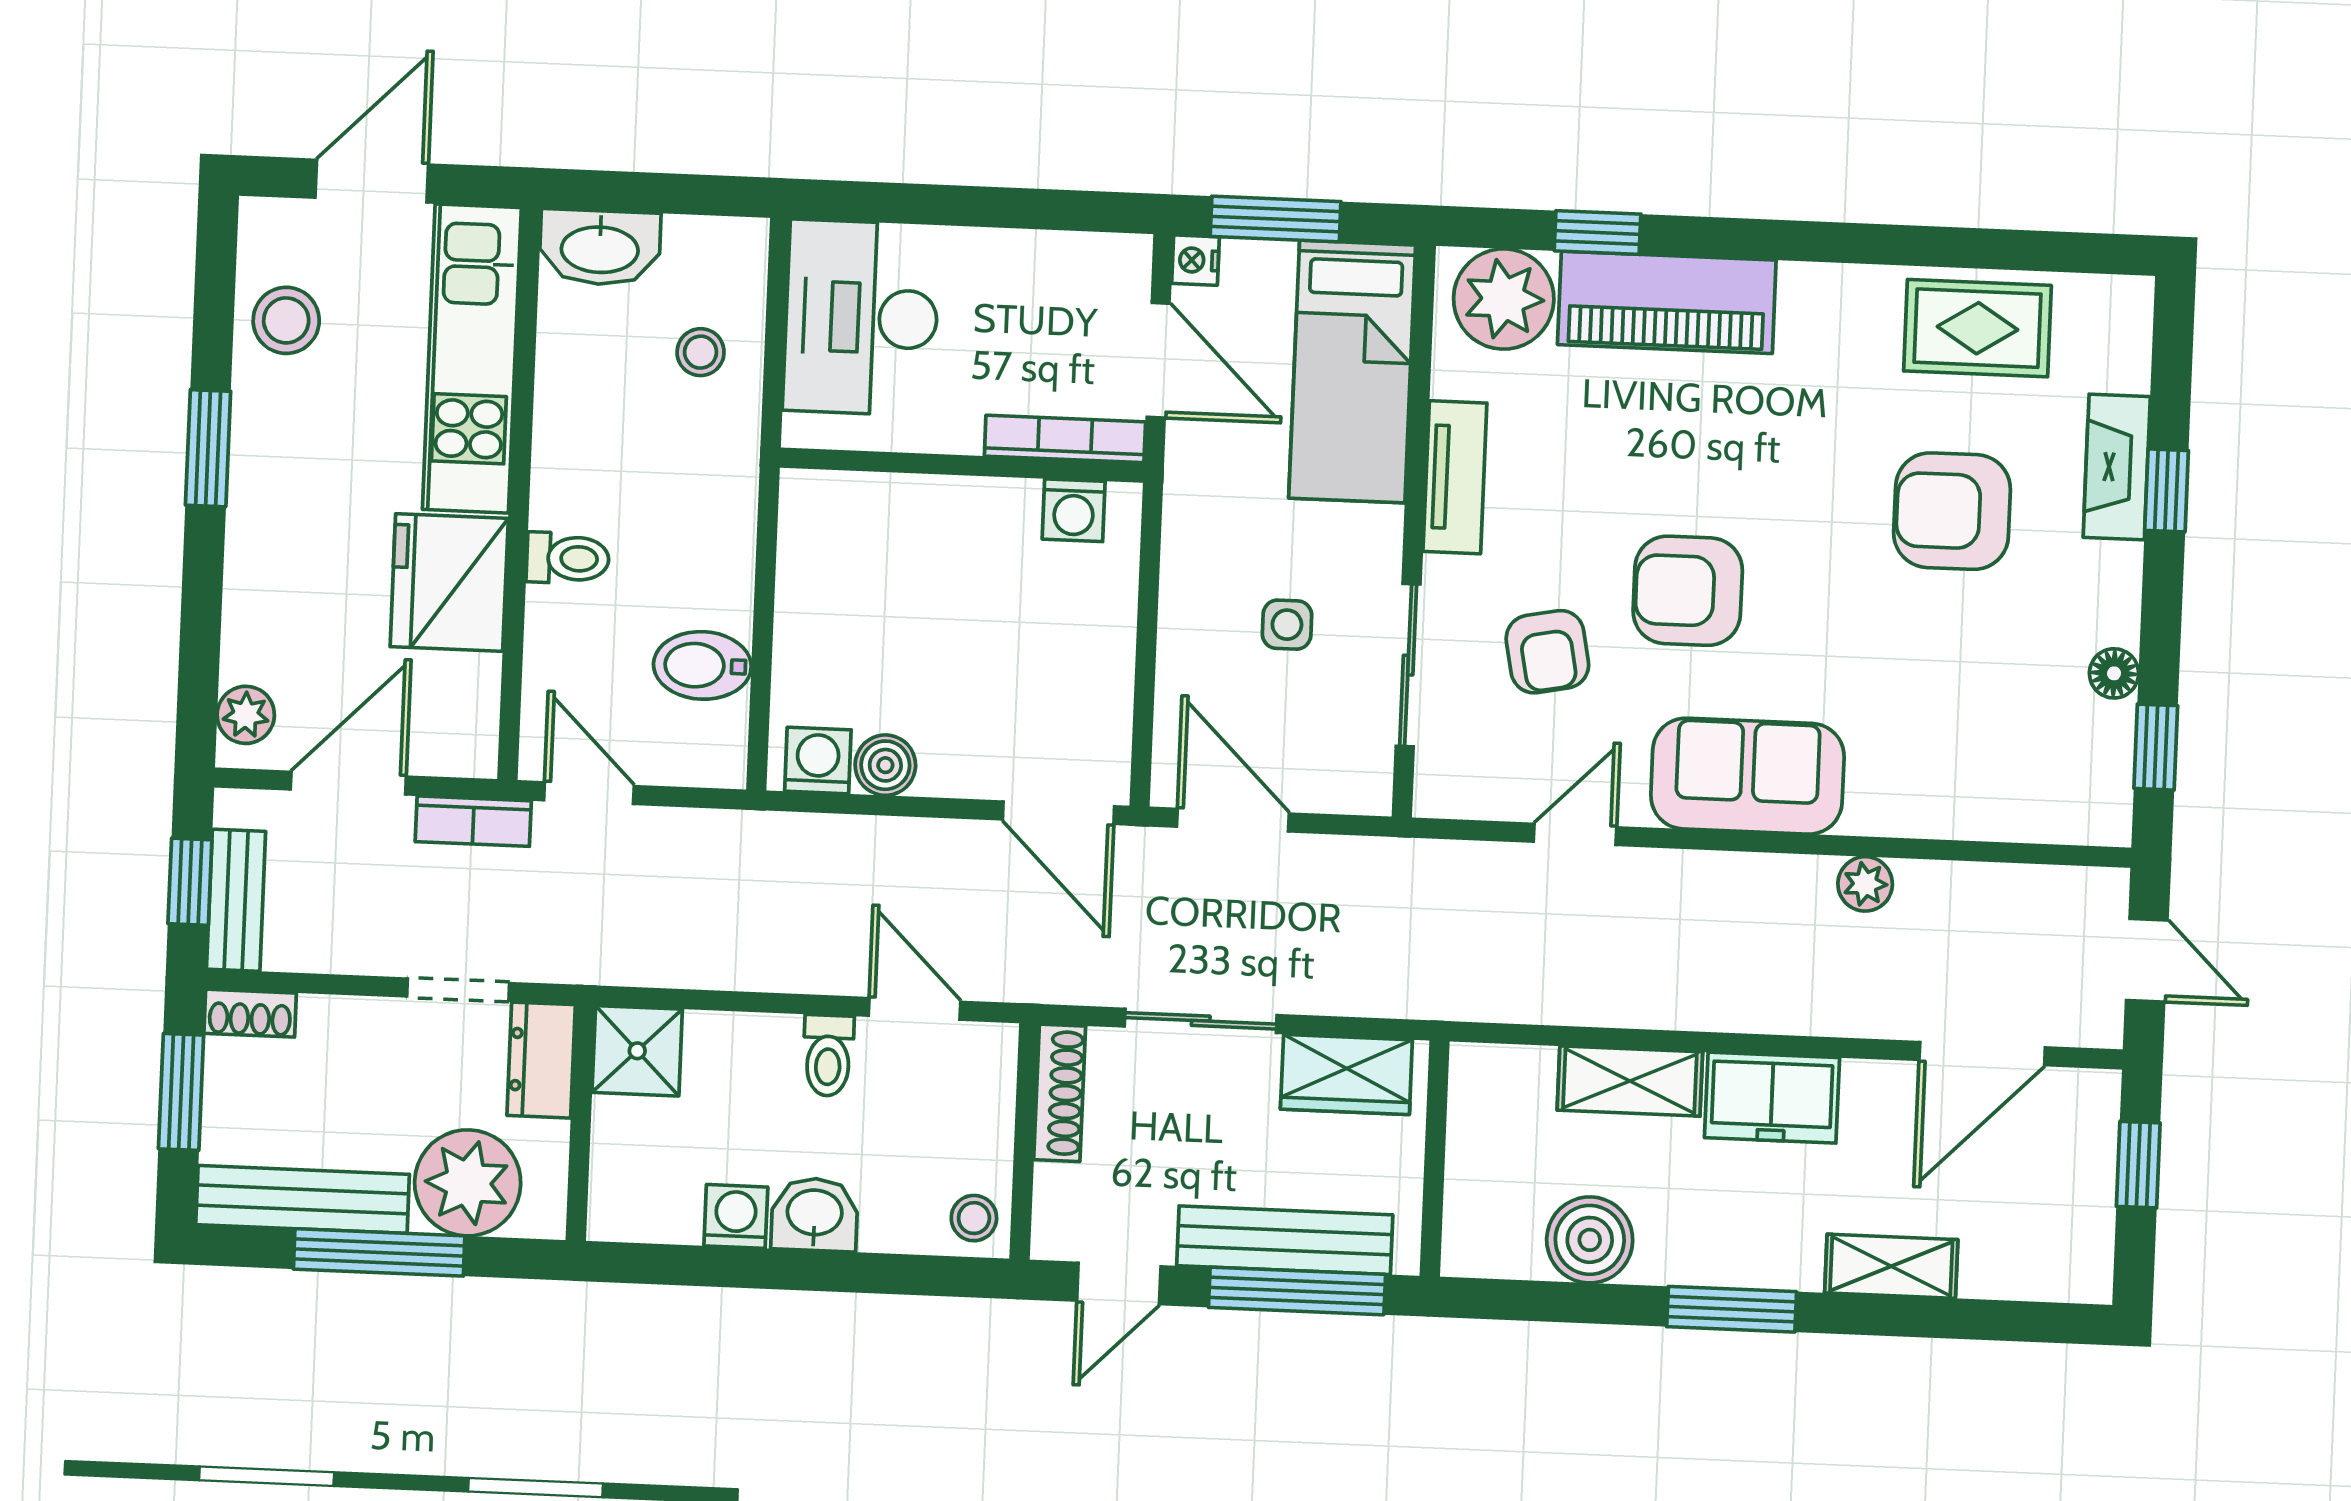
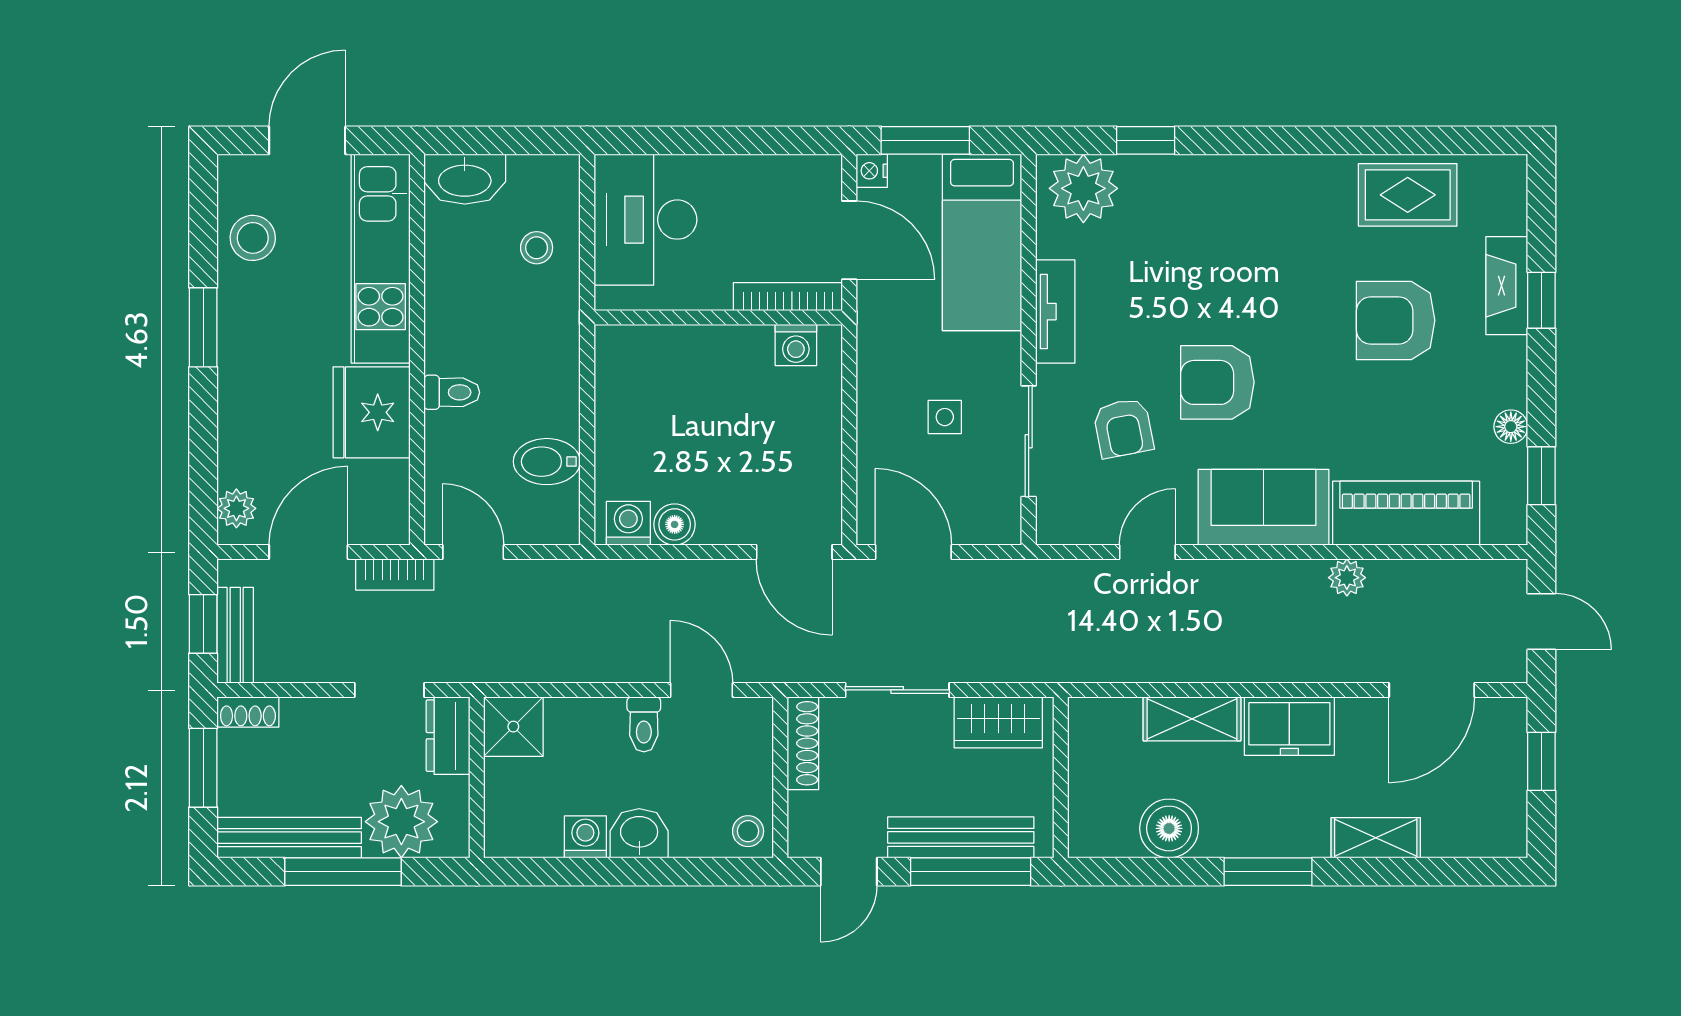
piano: (1667, 302) -> (1406, 513), moved, turned 180

